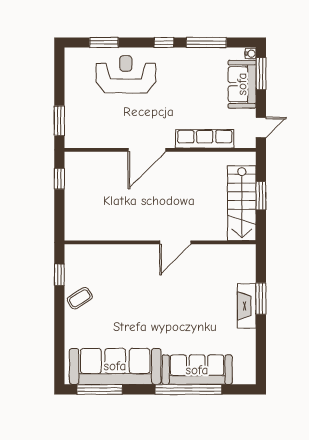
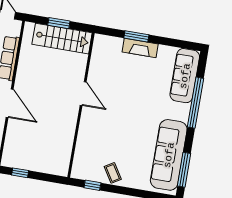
sofa: (197, 370) -> (185, 76), moved

